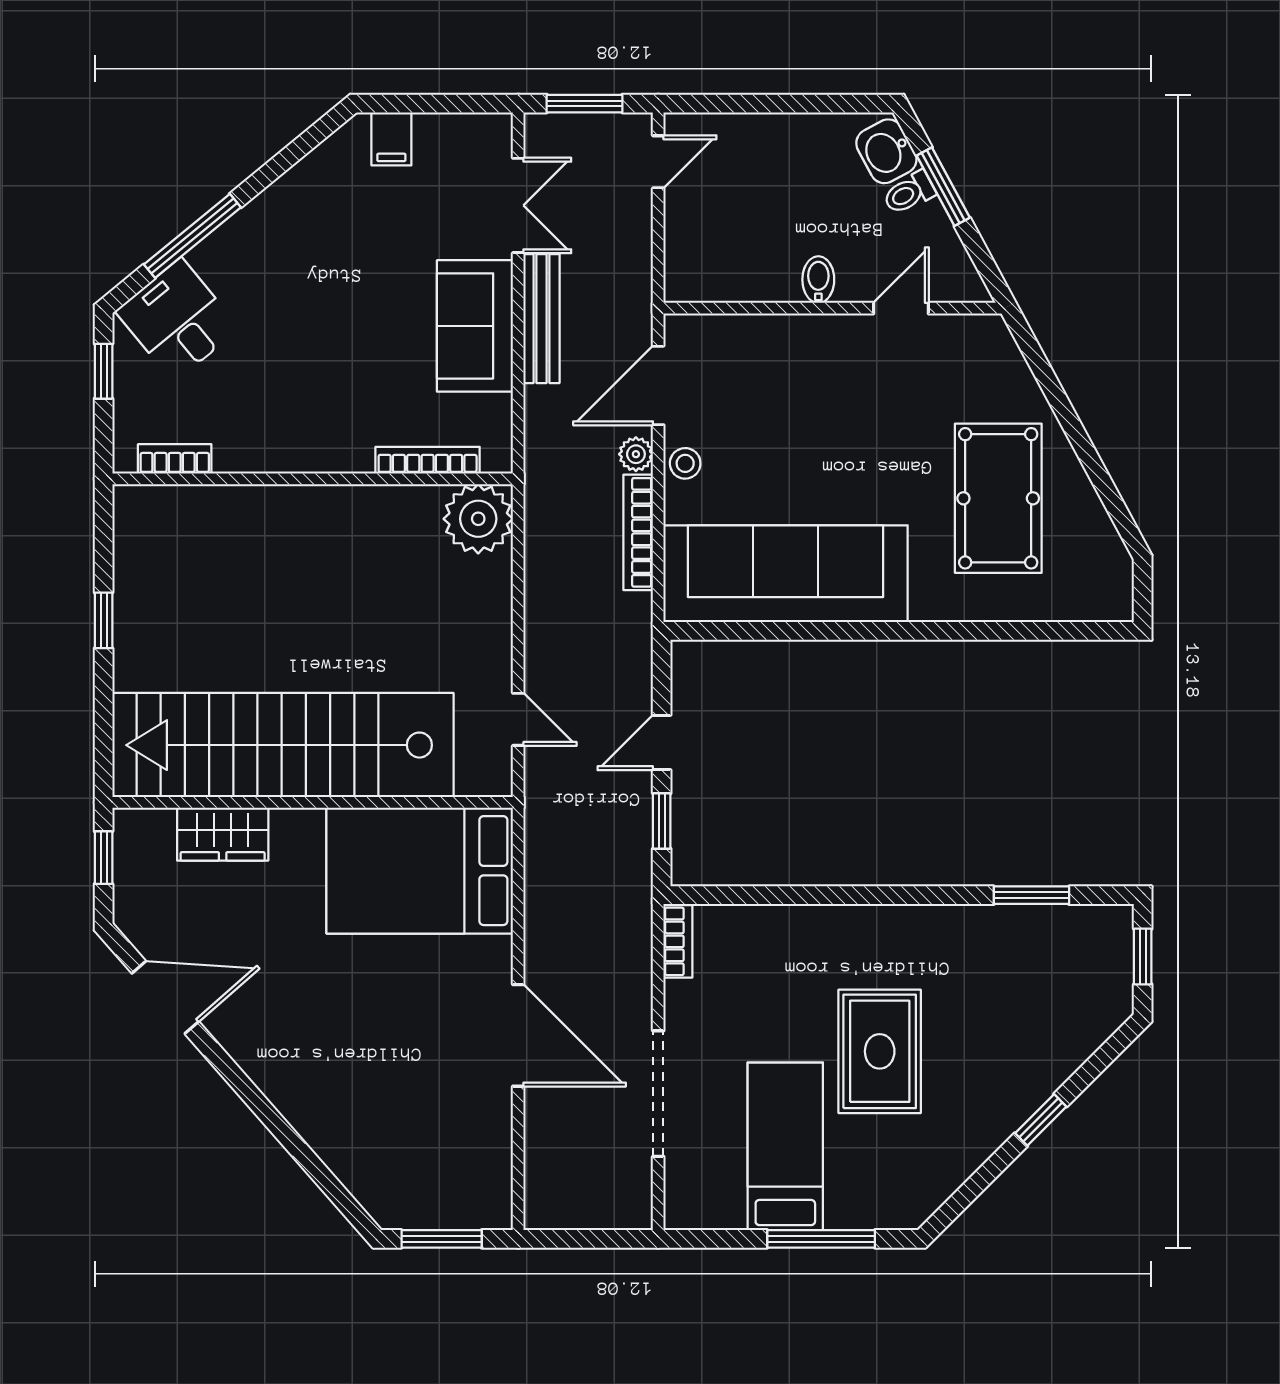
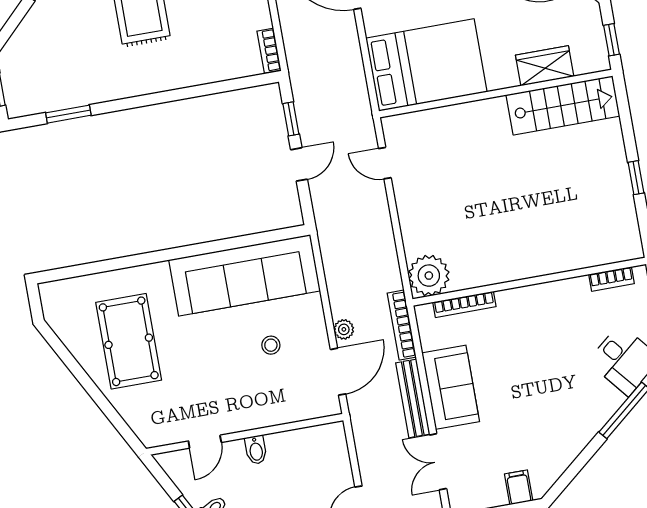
stool: (685, 463) -> (271, 345), moved
bookcase: (638, 532) -> (402, 325), moved, turned 180
stairs: (283, 745) -> (563, 105), width x0.54, depth x0.66

